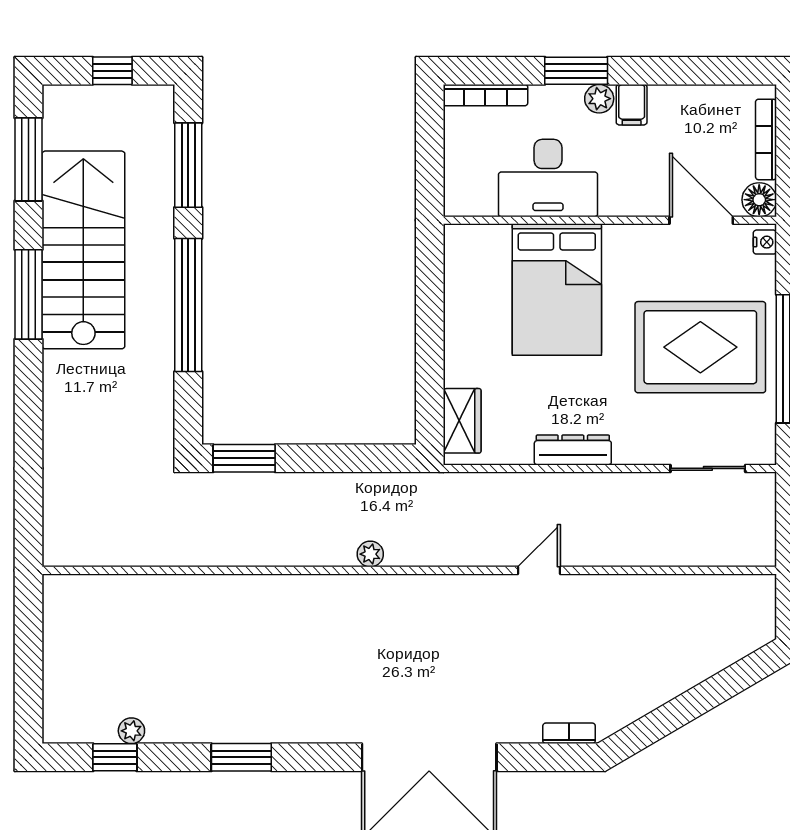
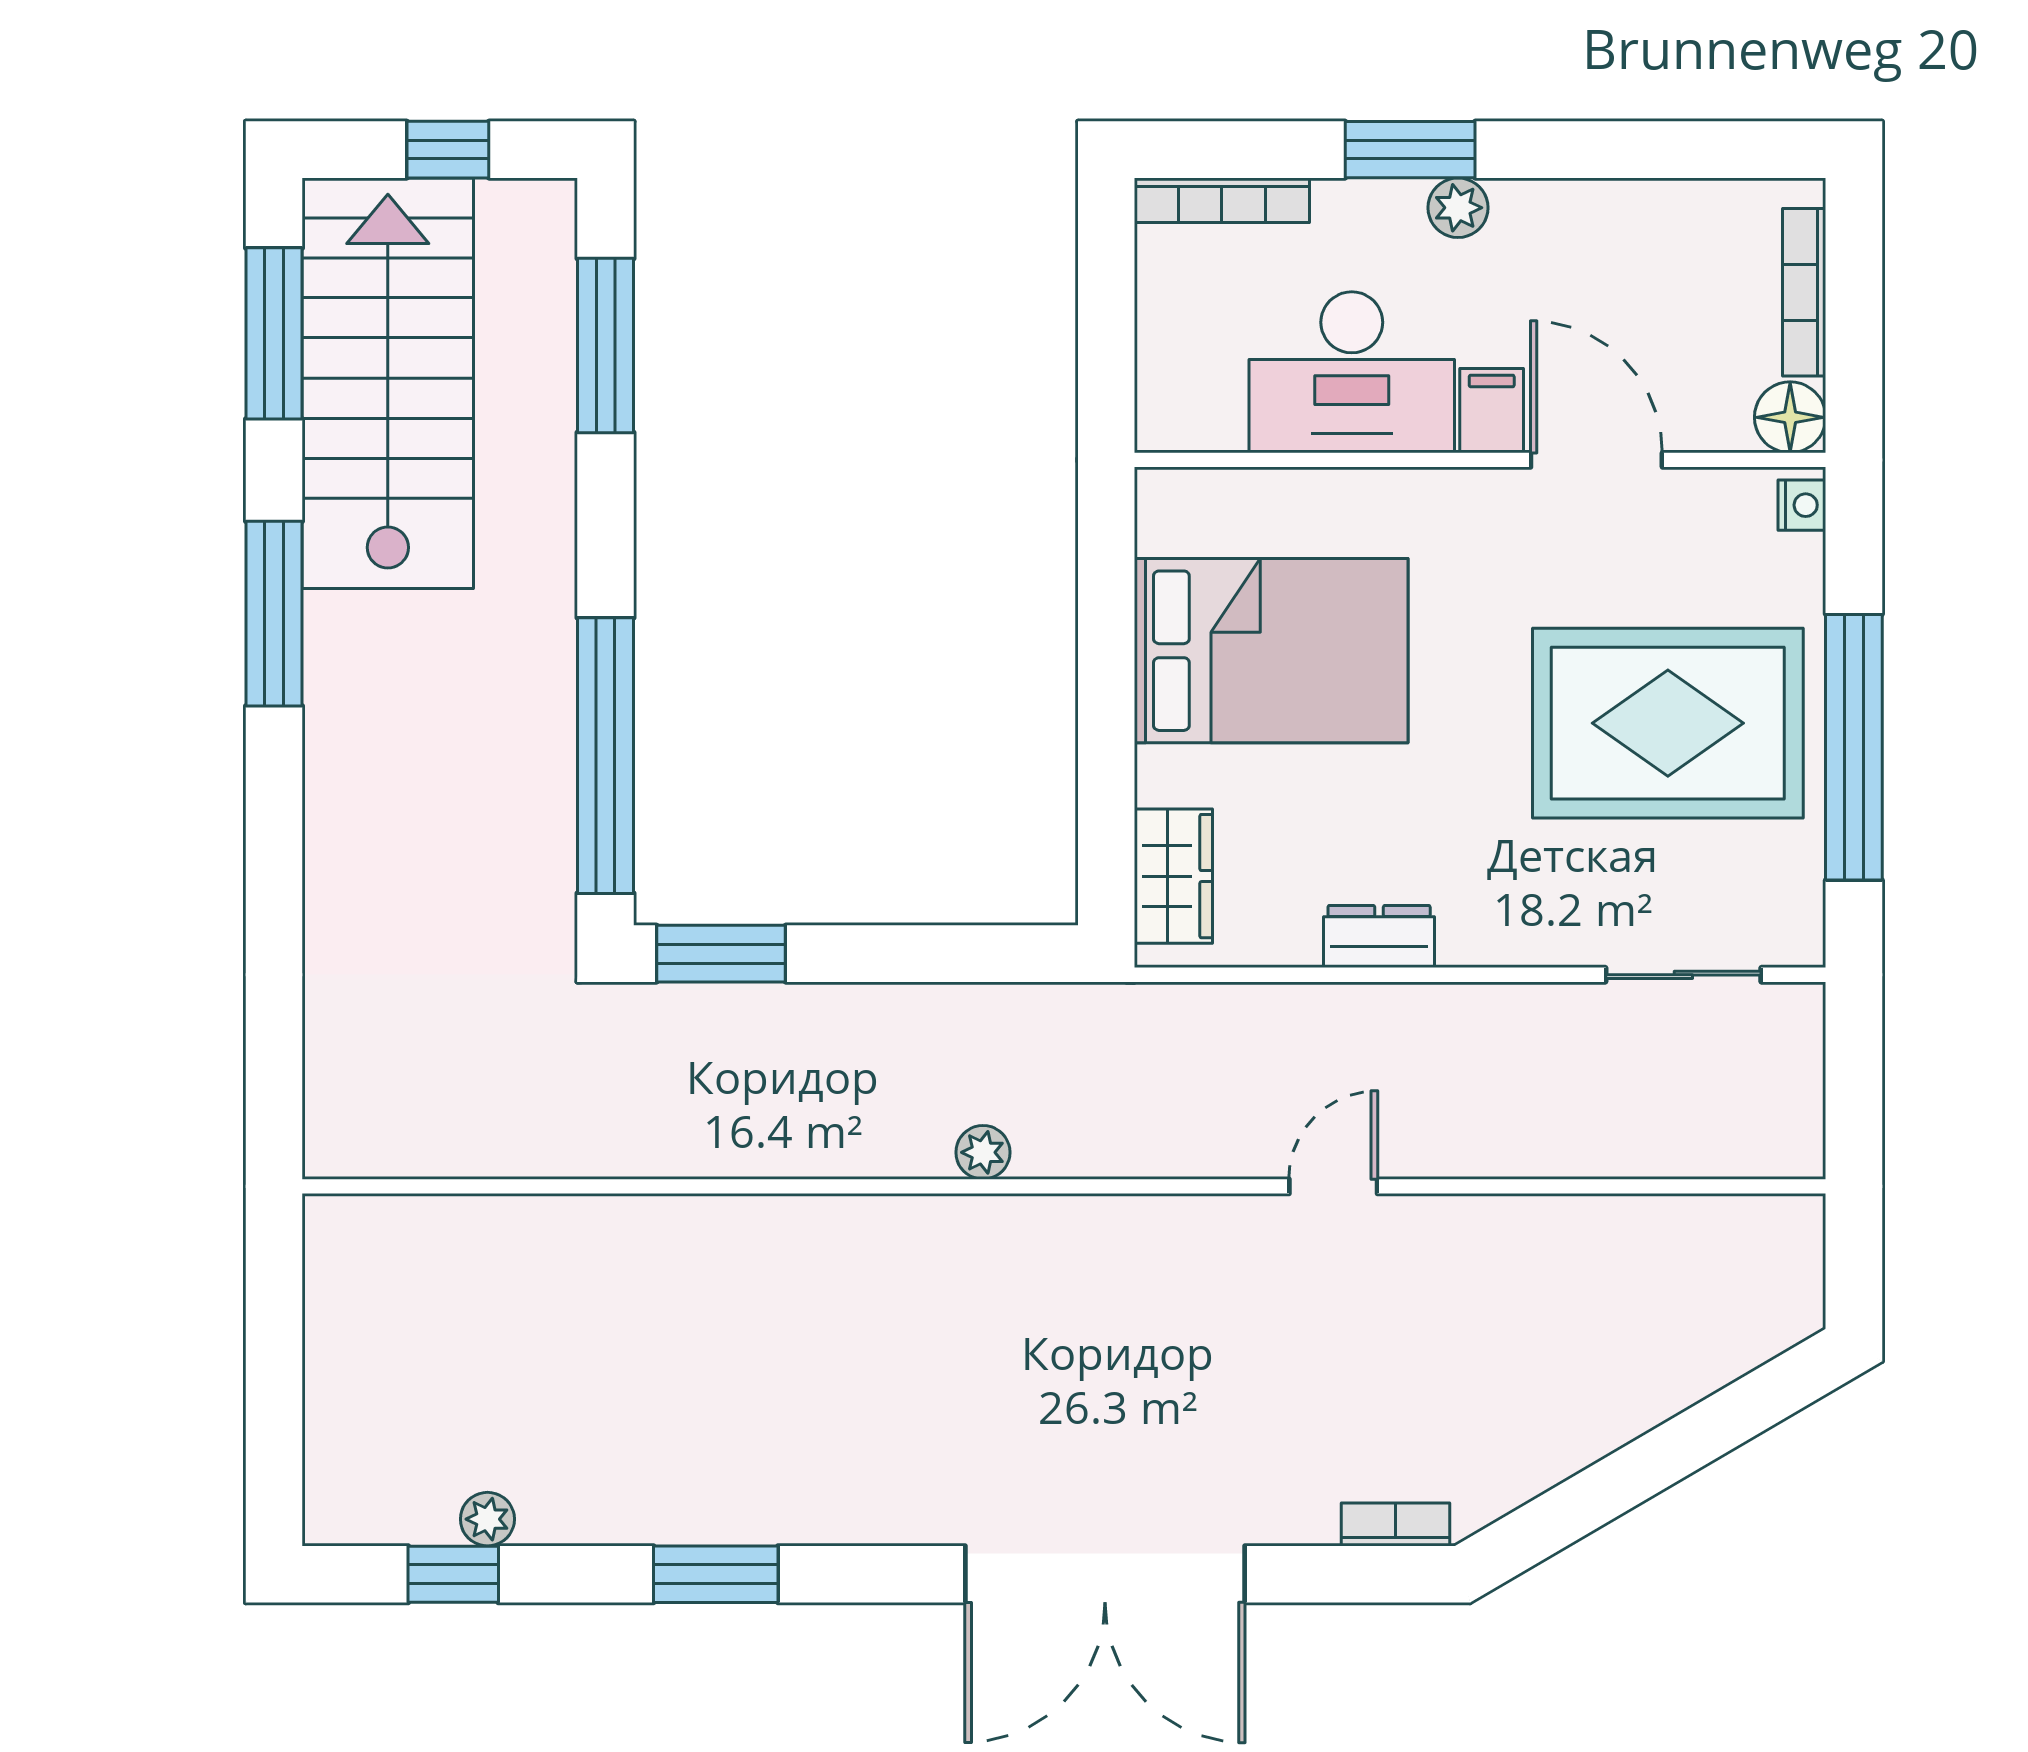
filing cabinet: (632, 105) -> (1492, 411), moved, turned 180
door: (701, 220) -> (1596, 460), moved
stairs: (83, 250) -> (388, 383), moved
bed: (557, 290) -> (1271, 651), moved, turned -90
window: (188, 305) -> (606, 756), moved
dresser: (573, 450) -> (1379, 937), width x0.70

